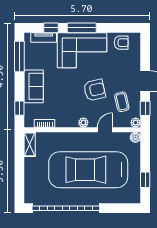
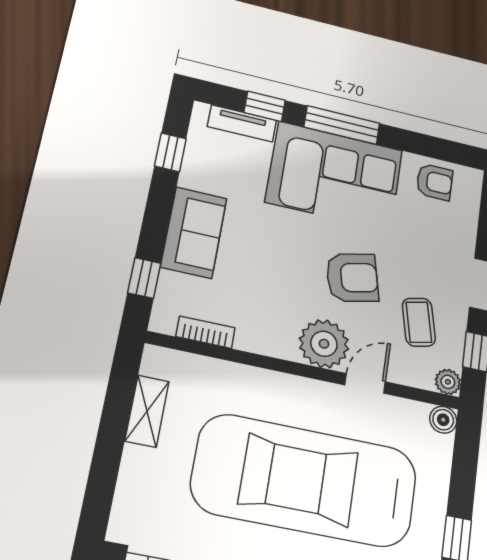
window: (19, 56) -> (170, 152), width x0.46
plant: (83, 123) -> (324, 344), width x1.88, depth x1.88
shelving: (30, 144) -> (147, 411), moved

